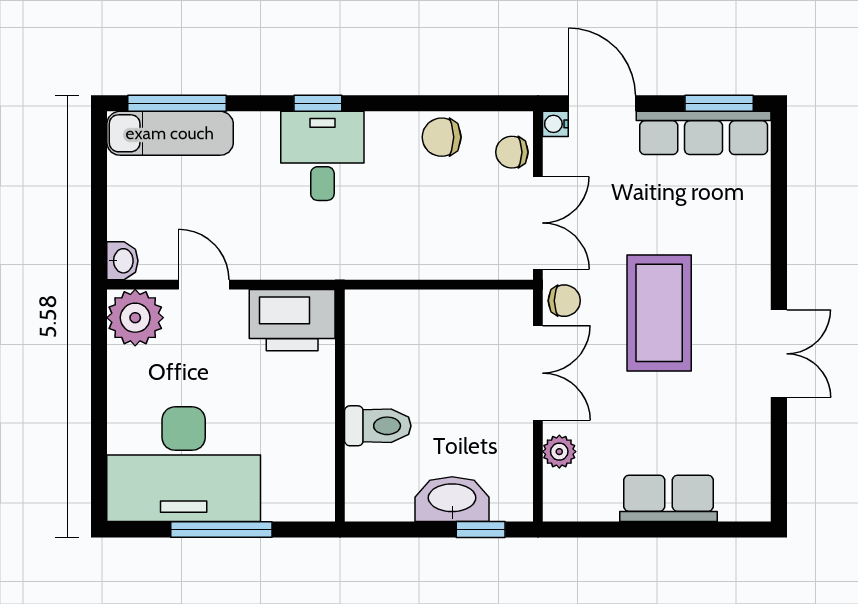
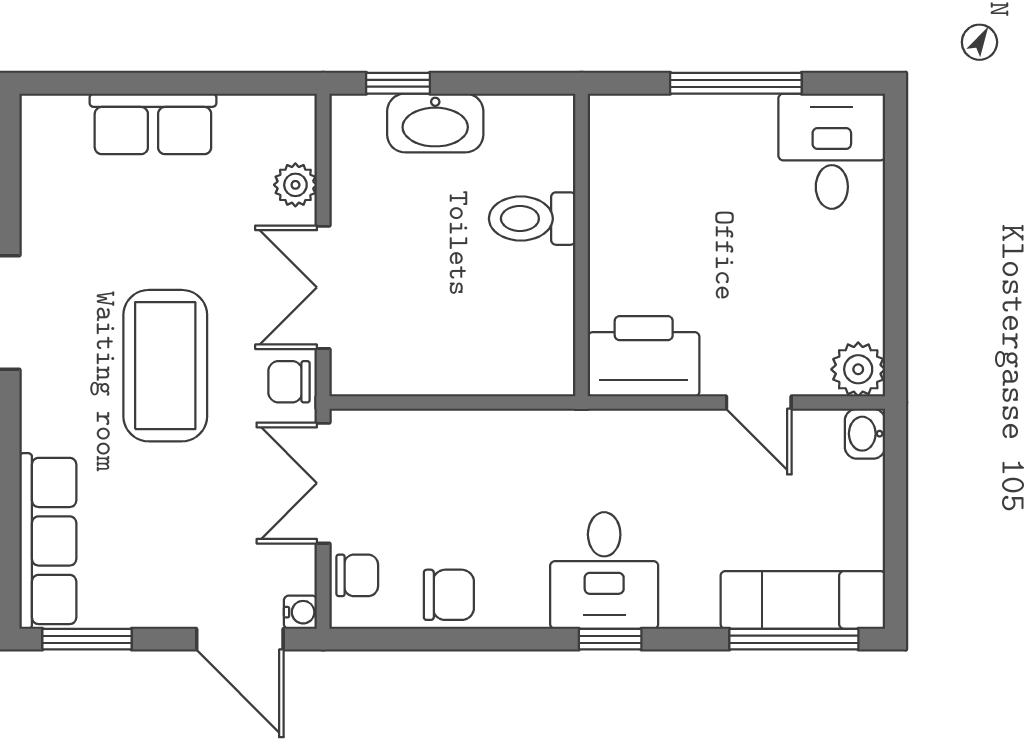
row of seats: (704, 133) -> (48, 541), moved, turned 90
plant: (135, 318) -> (858, 369), width x0.73, depth x0.73
desk: (184, 464) -> (832, 151), width x0.53, depth x0.77

